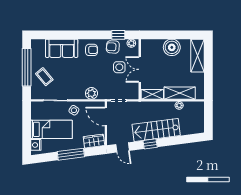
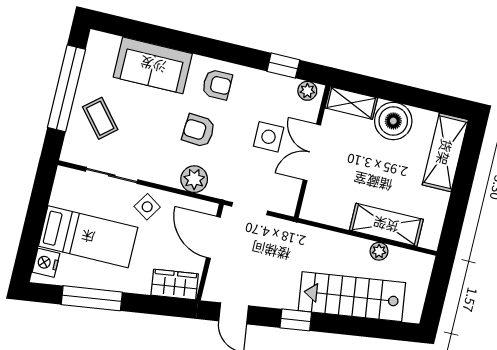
armchair: (113, 47) -> (199, 131), moved
shelving: (152, 94) -> (351, 103), moved
stairs: (156, 130) -> (352, 297), moved
window: (71, 154) -> (92, 298), moved

